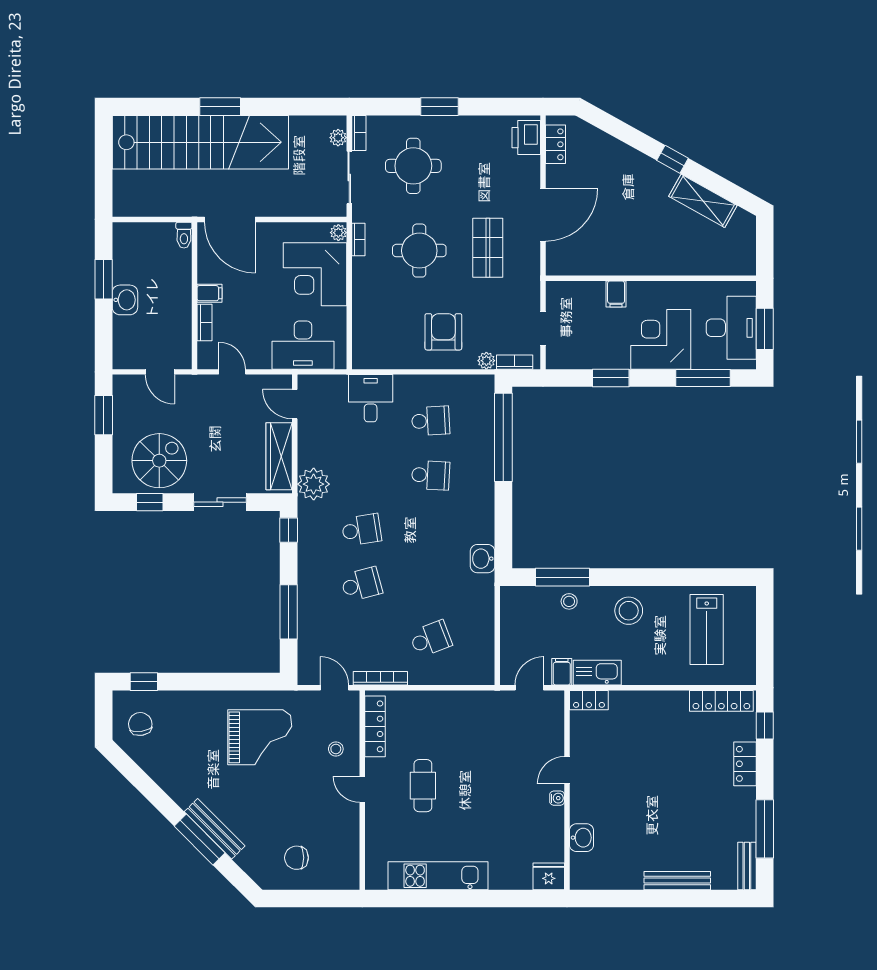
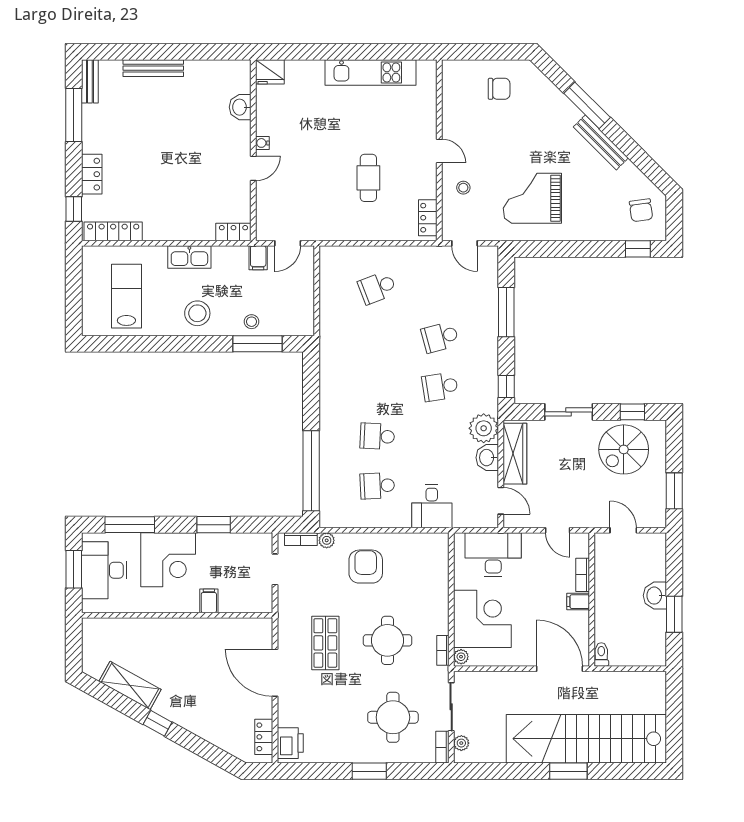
door: (543, 215) -> (275, 673), hinge flipped
armchair: (443, 332) -> (366, 567), turned 180
washbasin: (483, 559) -> (487, 458), moved, turned 180
kitchen sink: (597, 673) -> (189, 257), moved
bookcase: (380, 678) -> (423, 252), removed
locker: (375, 726) -> (428, 218), width x0.66
cafe table: (423, 786) -> (368, 178), moved
bench: (215, 829) -> (601, 142), moved

